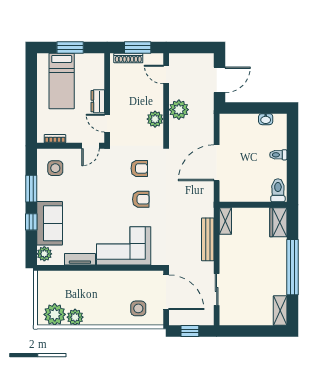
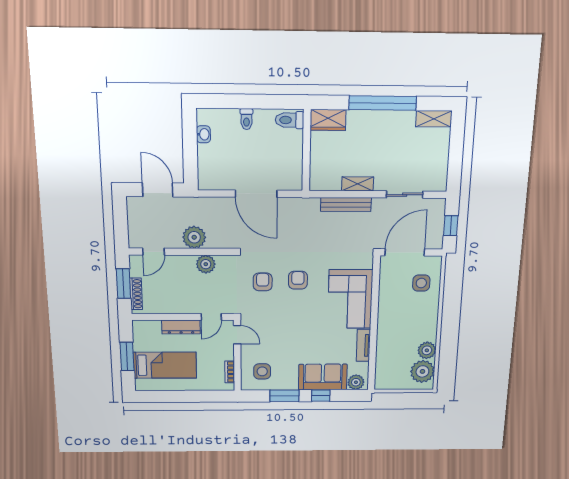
dresser: (98, 101) -> (181, 327), width x1.44
shelving: (225, 221) -> (358, 184), moved

